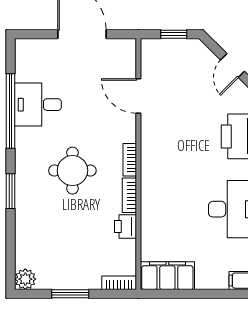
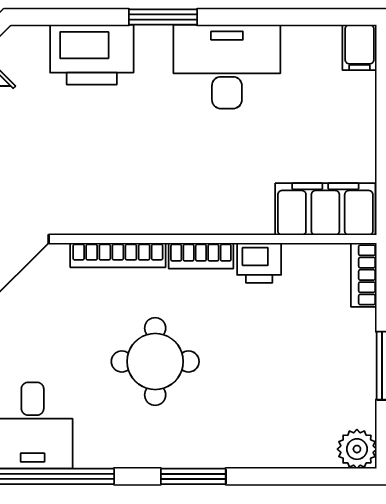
bookcase: (130, 160) -> (118, 255), width x1.56
filing cabinet: (167, 276) -> (325, 209), moved, turned 90

